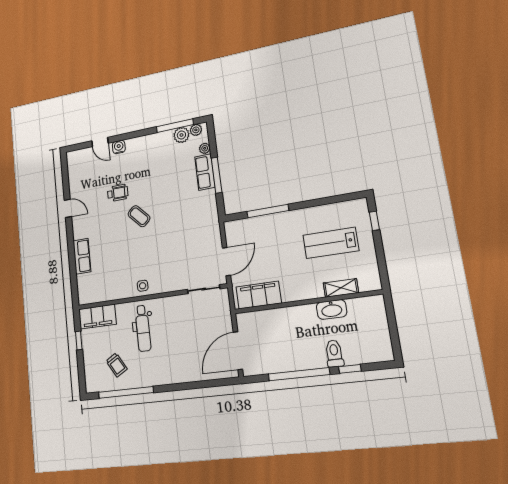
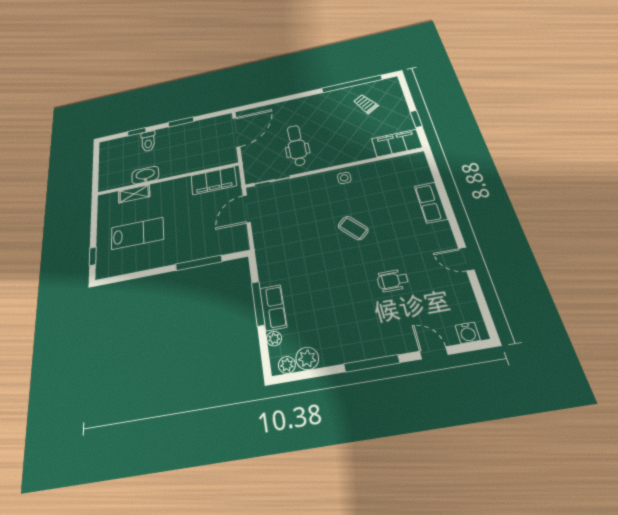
window: (175, 126) -> (372, 363), moved
water cooler: (119, 147) -> (468, 333), moved
coffee table: (139, 216) -> (353, 228), moved
dental chair: (143, 328) -> (297, 145), moved
window: (299, 374) -> (181, 122), width x0.47

